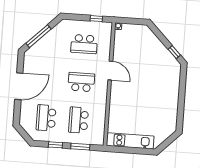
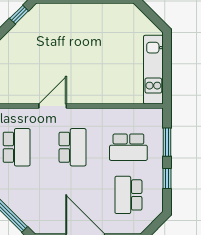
school desk: (81, 82) -> (73, 147), turned 180
school desk: (46, 118) -> (128, 195), turned 90

